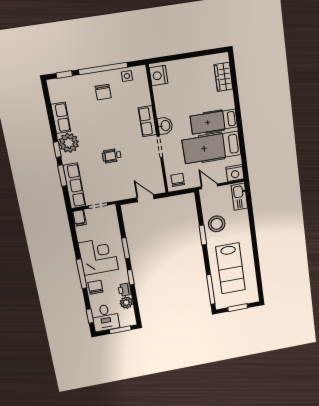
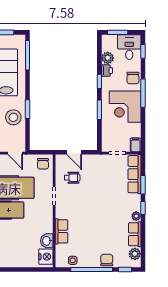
chair: (103, 92) -> (107, 260), moved
plant: (56, 95) -> (135, 254), added
row of seats: (147, 121) -> (62, 231), moved
washbasin: (165, 126) -> (47, 241), moved
plant: (69, 143) -> (136, 216), width x0.53, depth x0.53
wheelchair: (112, 156) -> (72, 178), moved

